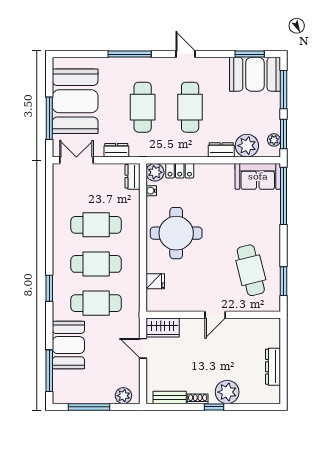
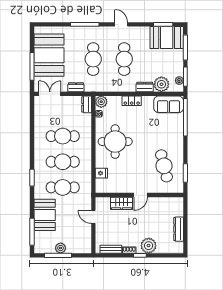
locker: (180, 171) -> (132, 101), moved
wardrobe: (163, 328) -> (122, 203), moved
plant: (123, 396) -> (61, 248), moved

